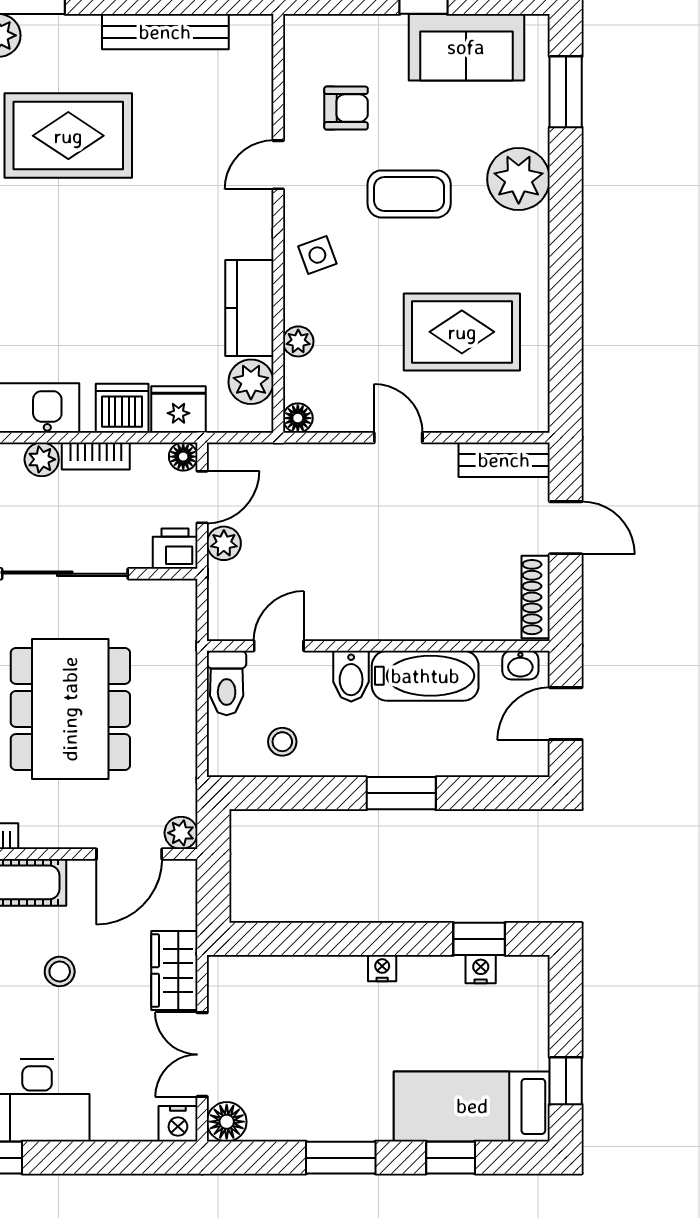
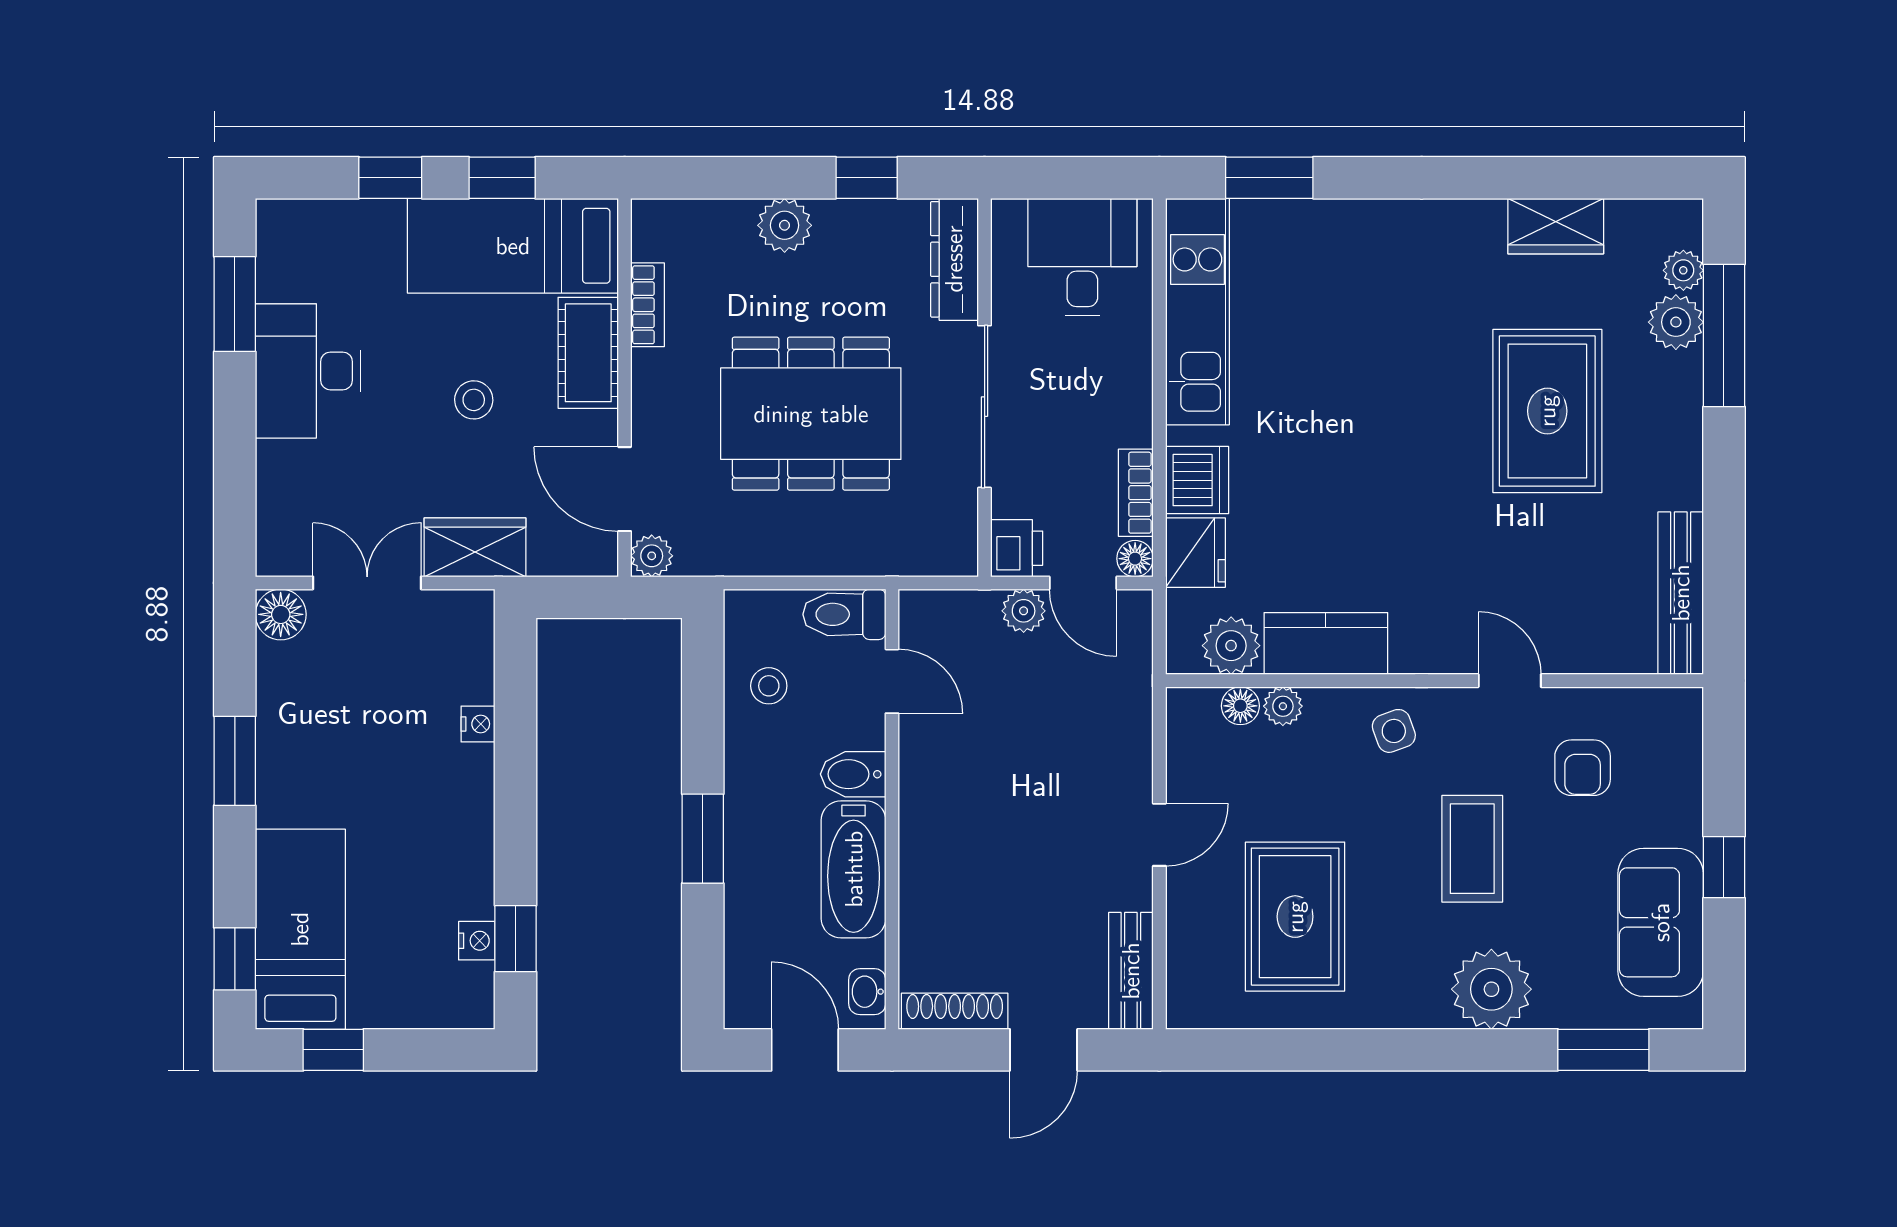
bench: (165, 32) -> (1681, 593), moved
floor lamp: (298, 418) -> (1240, 706), moved
bookcase: (96, 456) -> (1136, 493), moved
plant: (42, 459) -> (1131, 377), removed
nightstand: (382, 968) -> (478, 724), moved
nightstand: (178, 1124) -> (278, 552), removed
window: (451, 1158) -> (235, 959), moved

